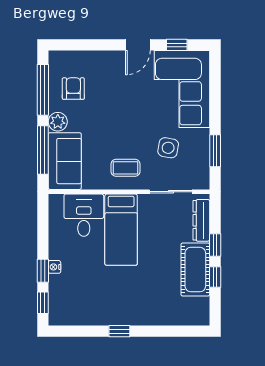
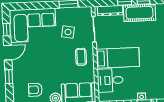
window: (97, 45) -> (9, 77), added
door: (138, 45) -> (8, 53), hinge flipped

